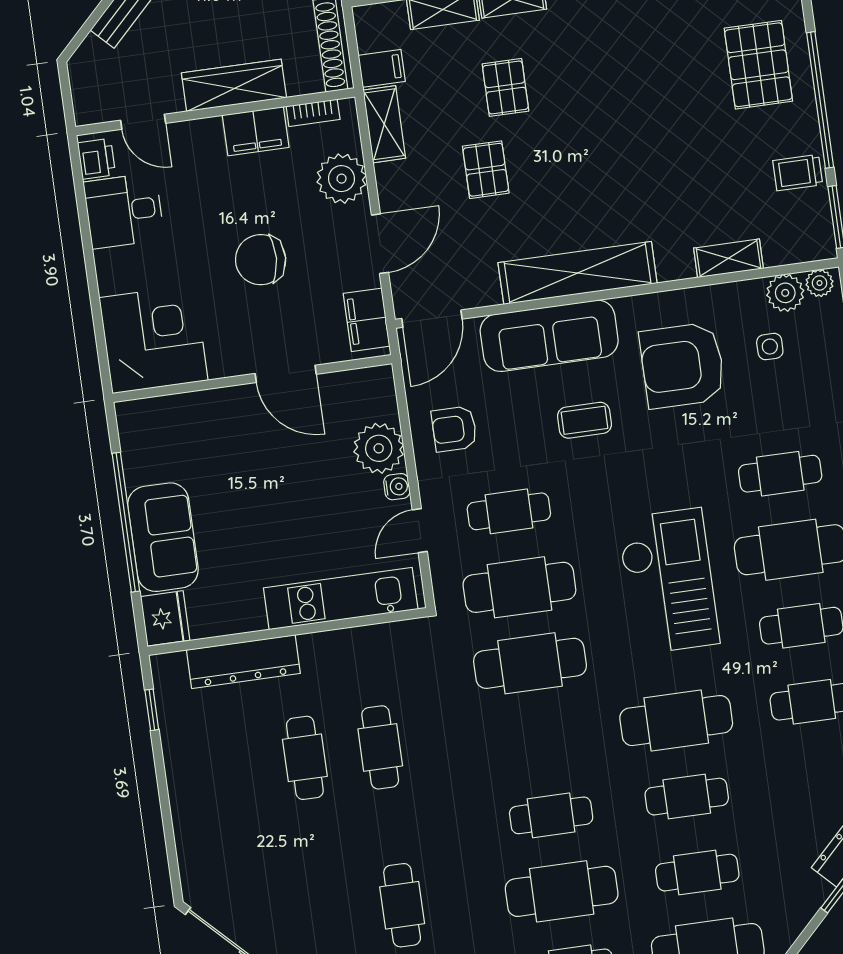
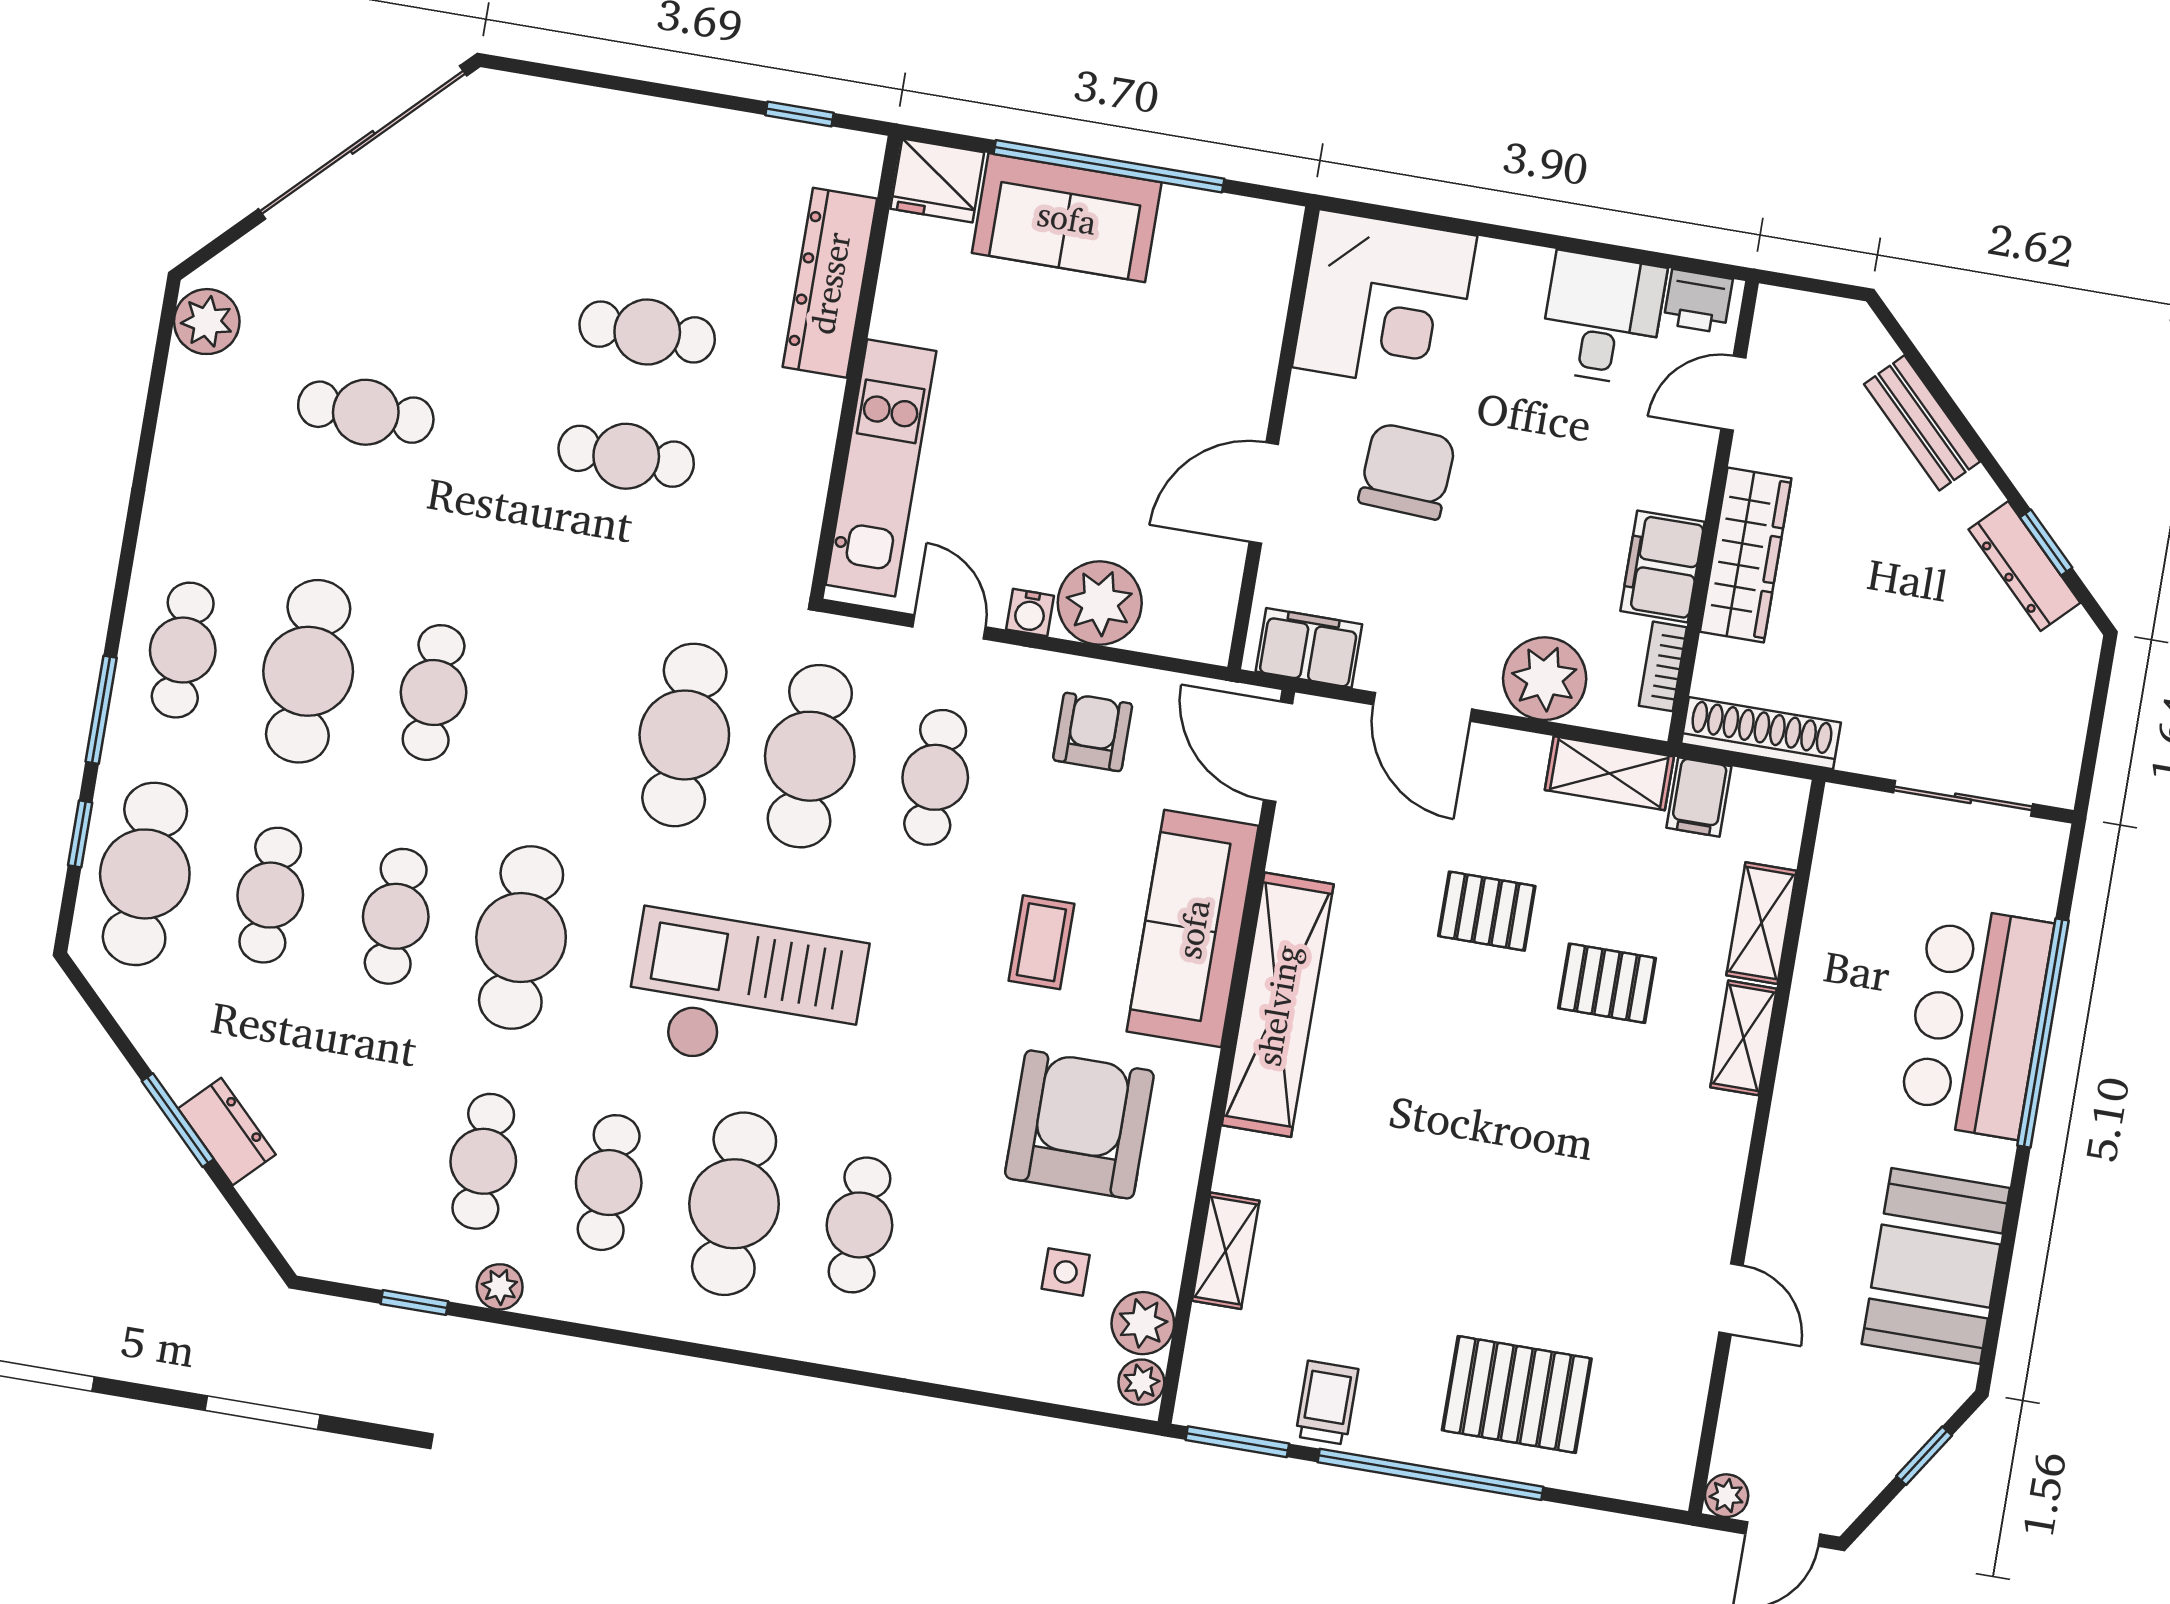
chair: (261, 260) -> (1407, 471), moved
checkout: (668, 581) -> (745, 995), turned 180

